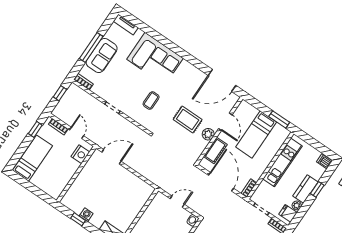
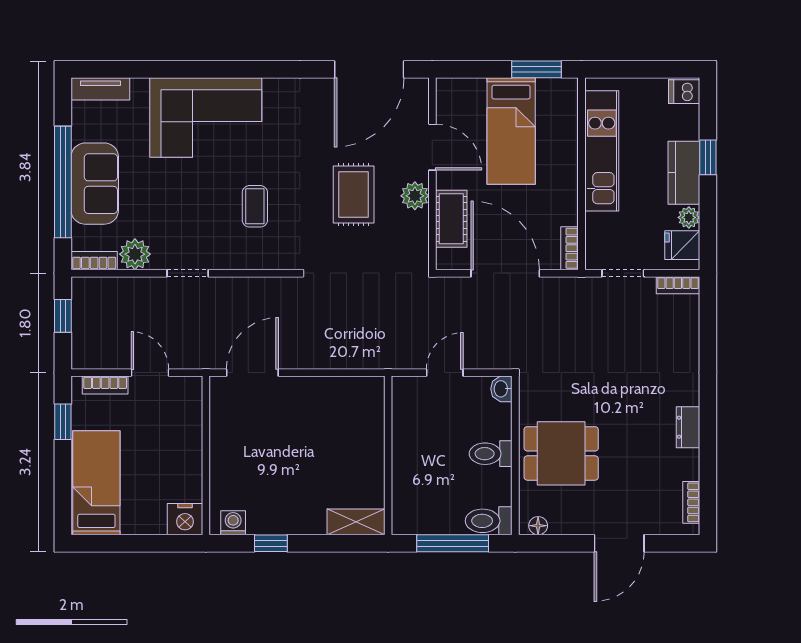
window: (91, 47) -> (63, 182), width x1.46
plant: (99, 89) -> (135, 254), added
rug: (188, 119) -> (354, 195), turned 90
nightstand: (80, 154) -> (185, 519), moved, turned 90
washing machine: (86, 215) -> (233, 523), moved

